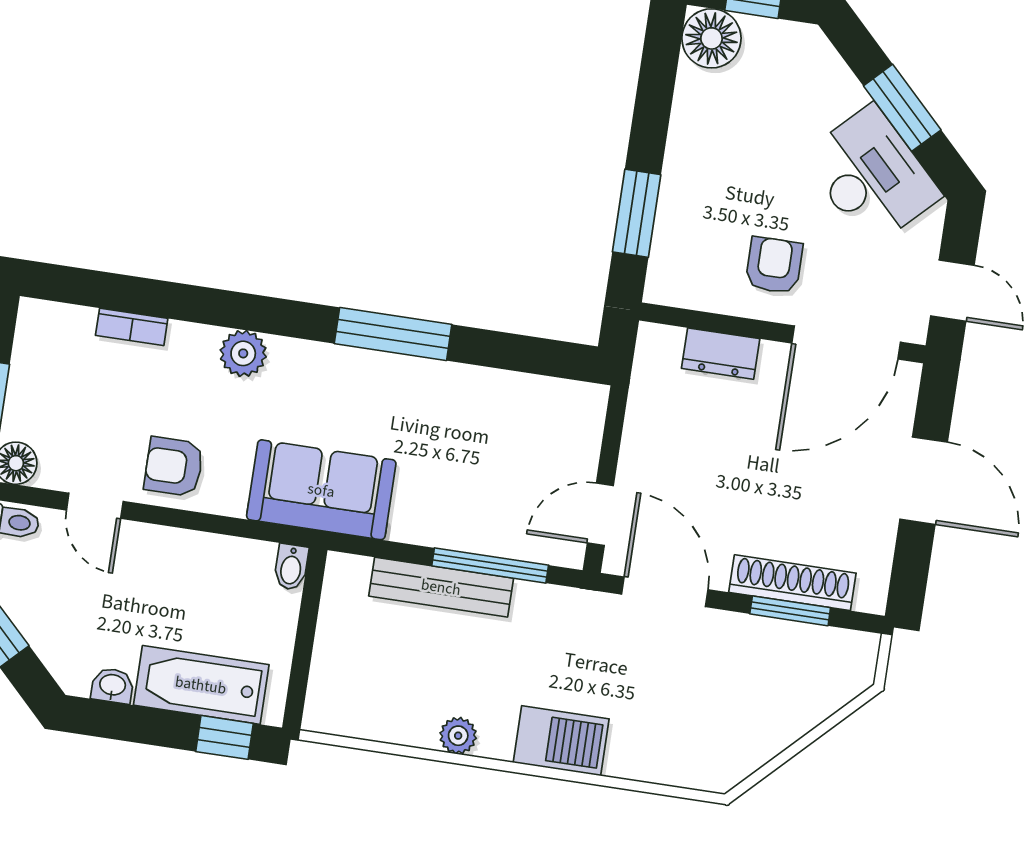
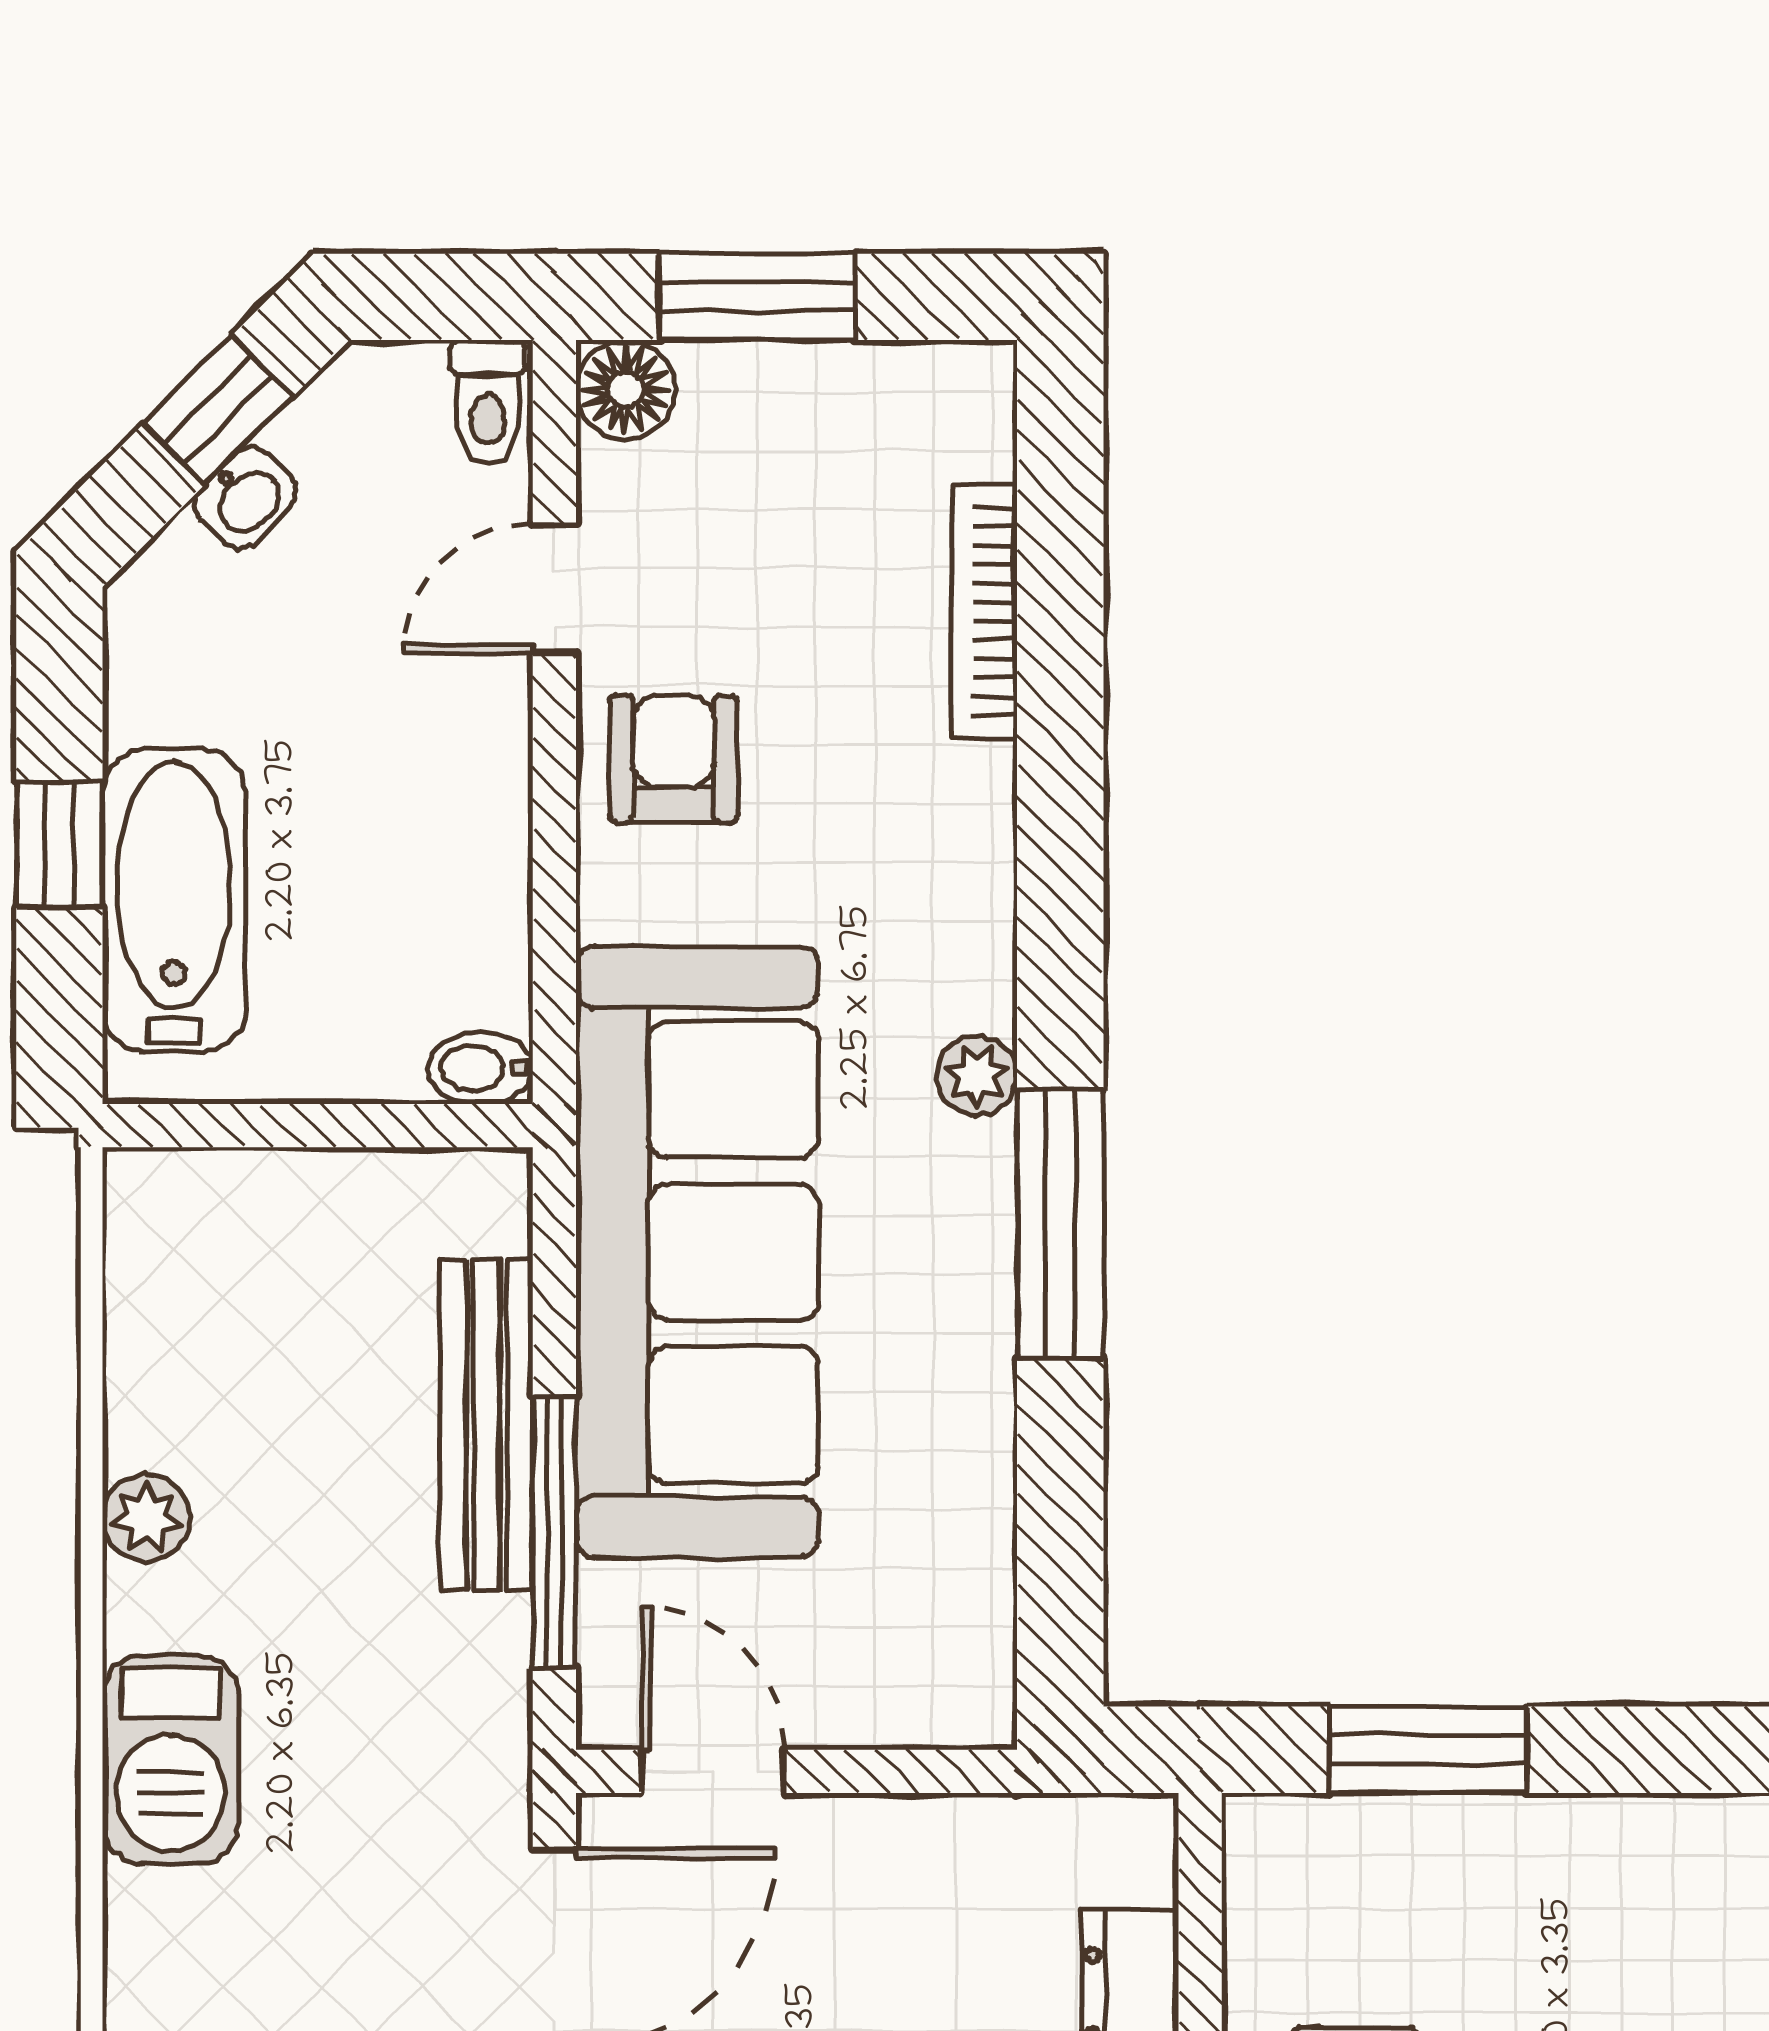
bookcase: (132, 327) -> (985, 612), width x1.56
plant: (243, 353) -> (977, 1075), moved, width x0.73, depth x0.73
sofa: (321, 490) -> (697, 1252), width x1.85, depth x1.27
washbasin: (112, 686) -> (246, 498), moved, turned 45
window: (225, 737) -> (59, 844), moved

